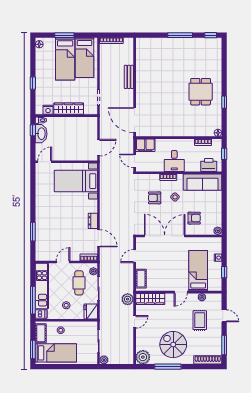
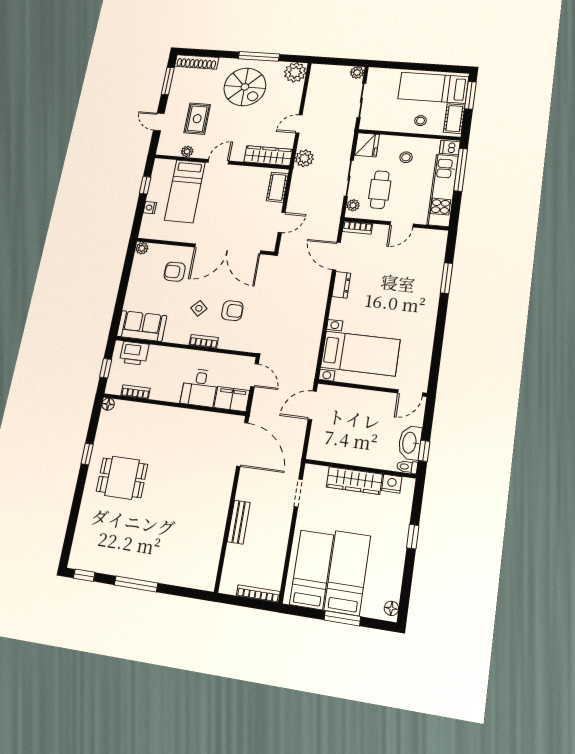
dining table: (201, 92) -> (122, 478), turned 90
desk: (174, 161) -> (200, 388), moved, turned 180
sofa: (202, 182) -> (142, 326), width x0.73

